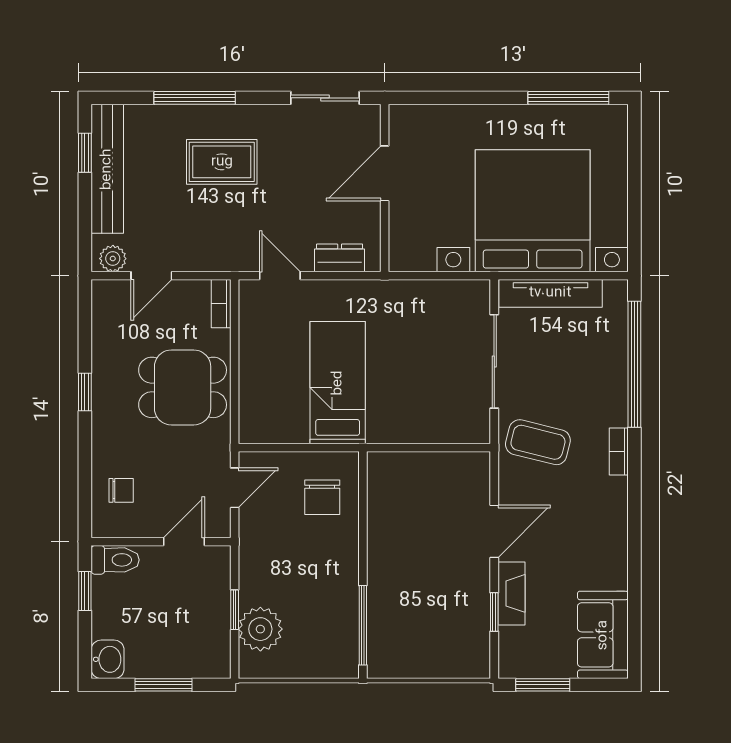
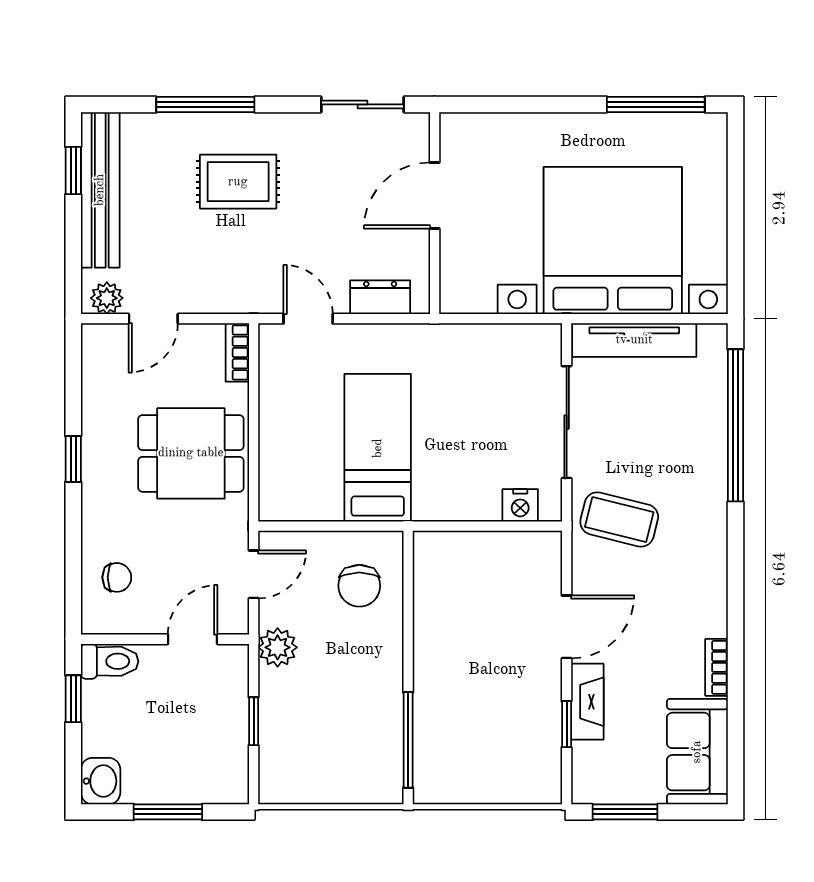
nightstand: (456, 430) -> (520, 505), added
bookcase: (619, 452) -> (717, 667), moved
plant: (260, 629) -> (278, 647), moved, width x0.73, depth x0.73

